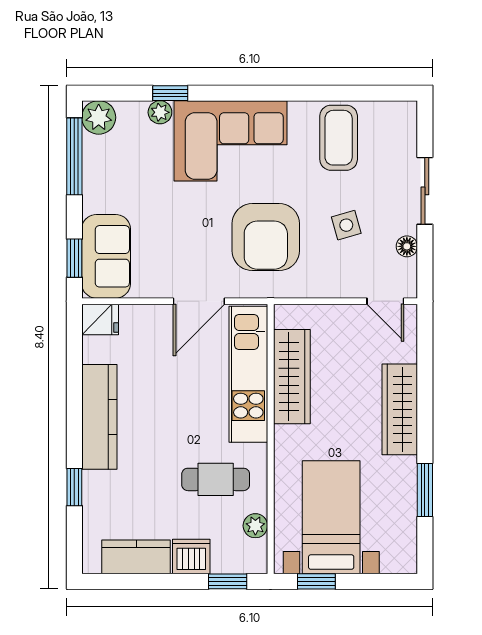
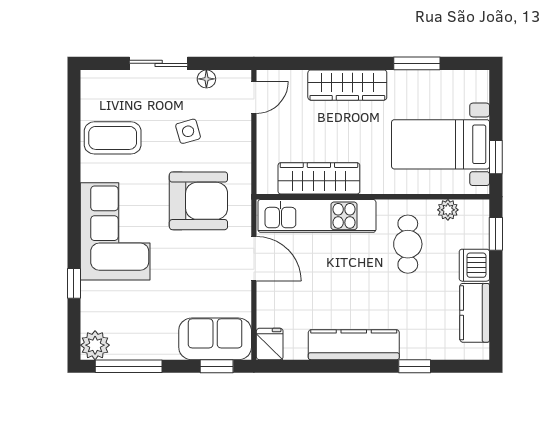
plant: (160, 112) -> (91, 292), removed

